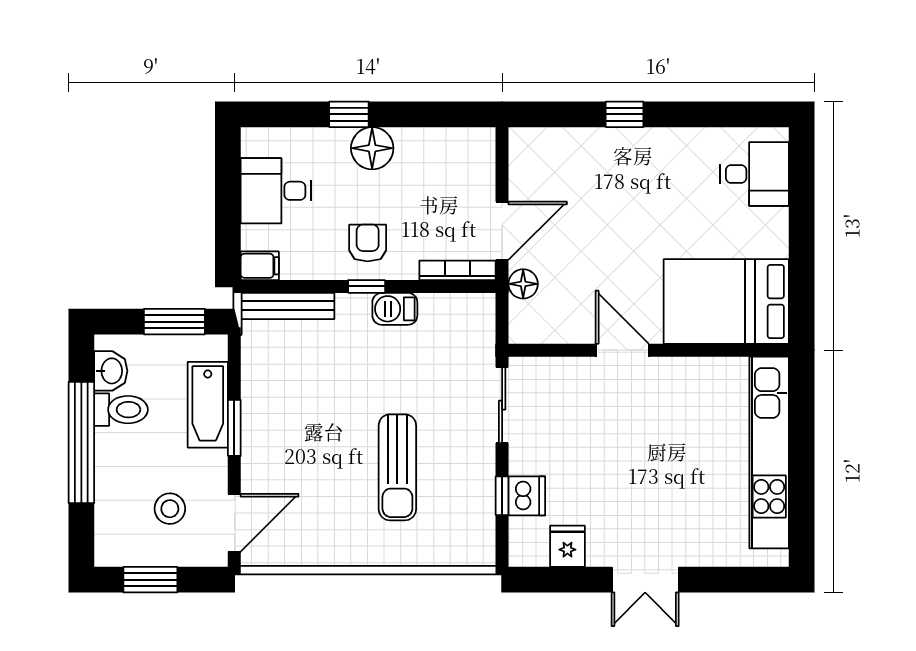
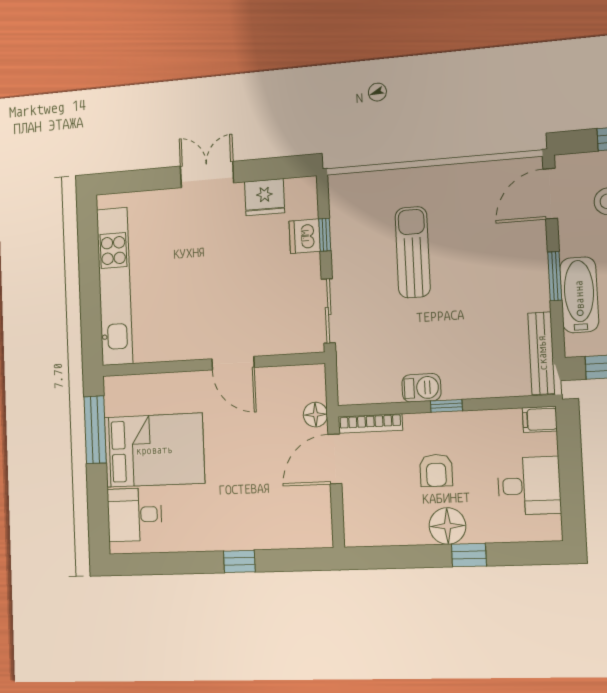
armchair: (368, 243) -> (436, 470), moved
window: (802, 279) -> (95, 430), added
bed: (726, 302) -> (154, 450), moved
bench: (288, 306) -> (542, 353), moved, turned 90
fridge: (567, 546) -> (265, 197), width x1.38

